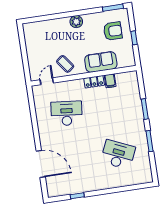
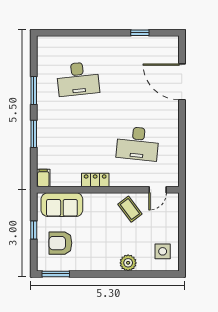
plant: (76, 22) -> (128, 263), moved
side table: (36, 36) -> (163, 251), added
sofa: (101, 62) -> (62, 205), moved
filing cabinet: (110, 81) -> (43, 178), moved
desk: (118, 155) -> (78, 79), turned -30

